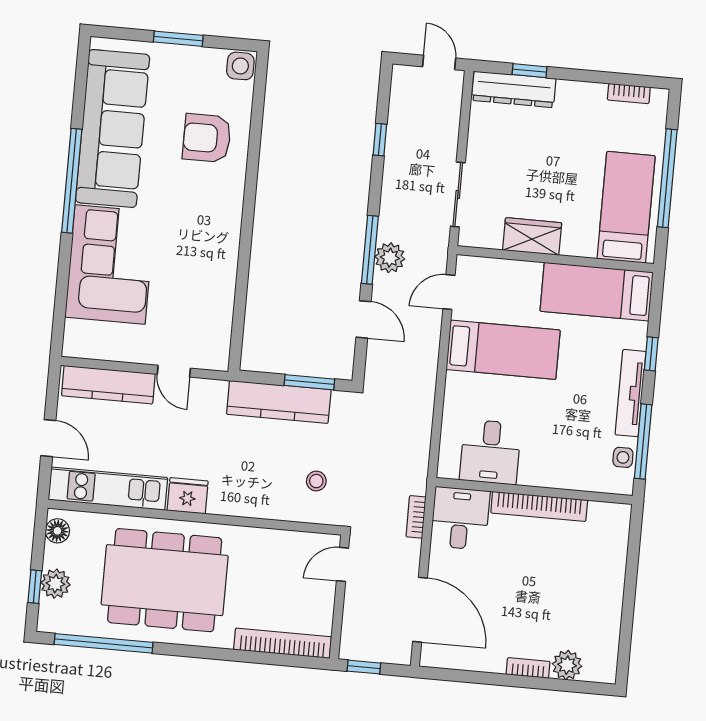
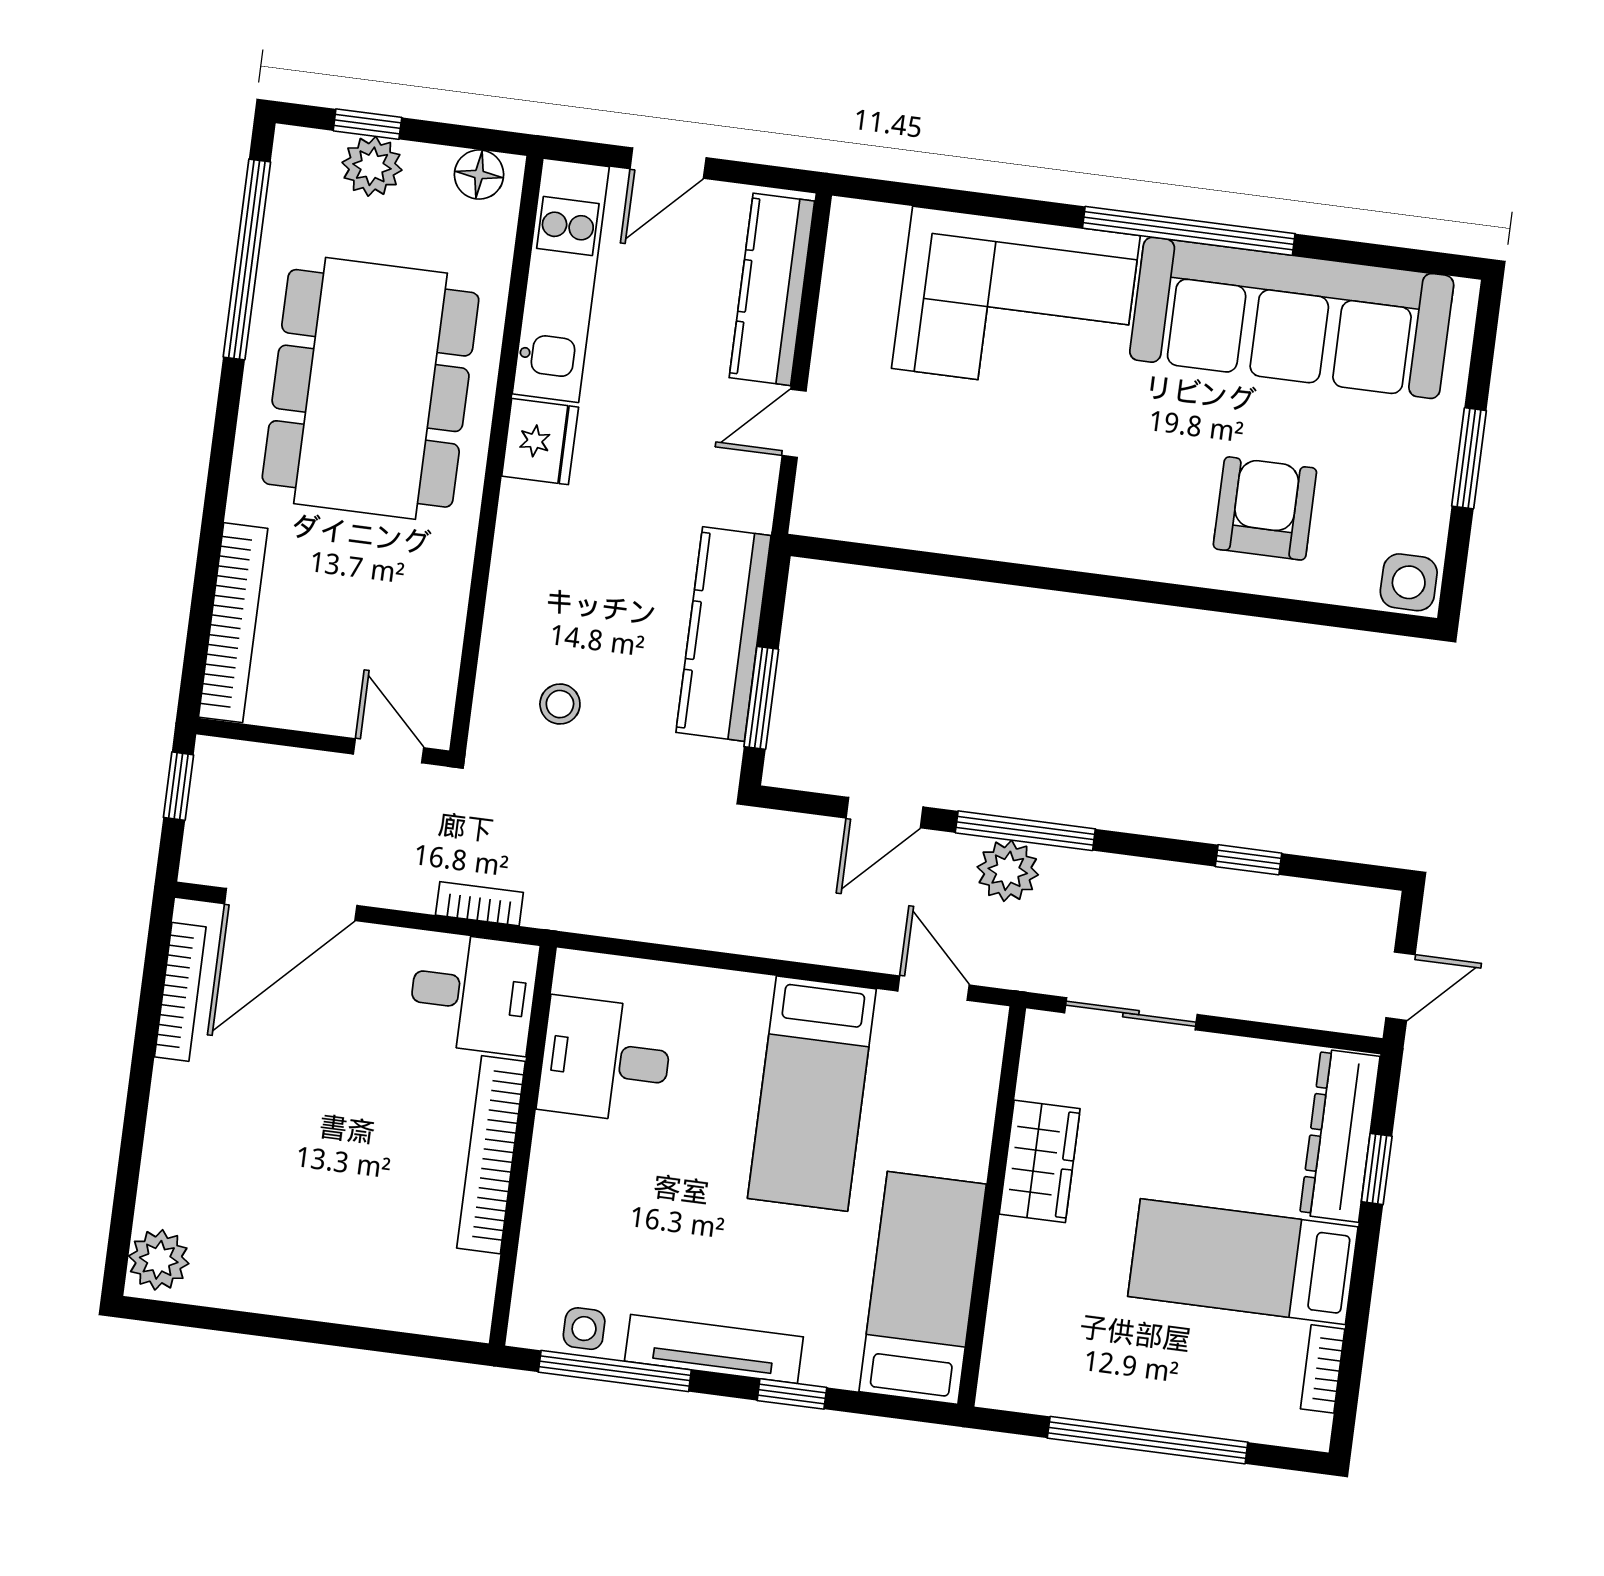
bed: (626, 207) -> (1243, 1262), moved, turned 180
plant: (567, 665) -> (159, 1260), moved
bookcase: (528, 668) -> (180, 992), moved, width x1.56

